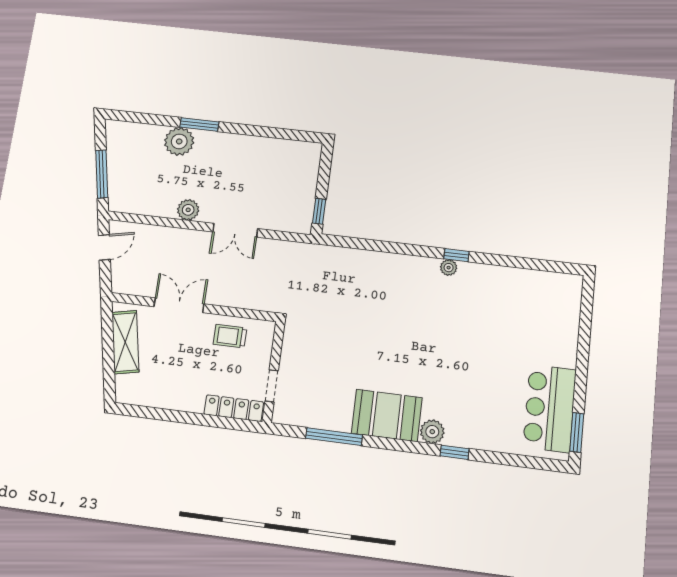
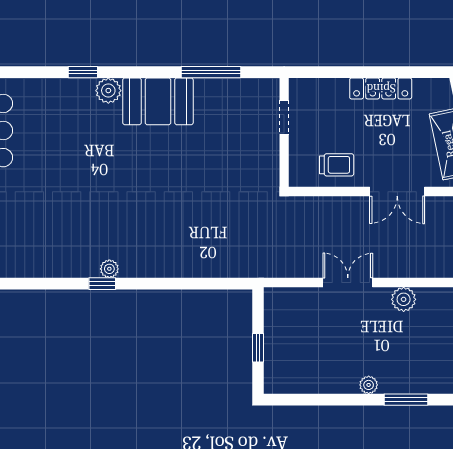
plant: (179, 141) -> (369, 385), moved, width x0.53, depth x0.53
window: (319, 211) -> (258, 348), moved
locker: (234, 408) -> (381, 88), moved

